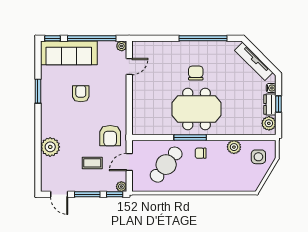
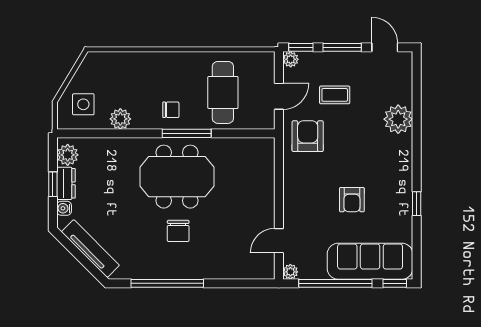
window: (38, 91) -> (417, 204), width x0.67
cafe table: (166, 165) -> (223, 92), turned -39

